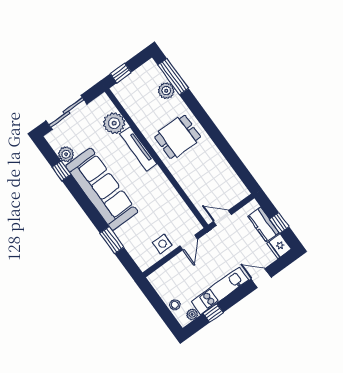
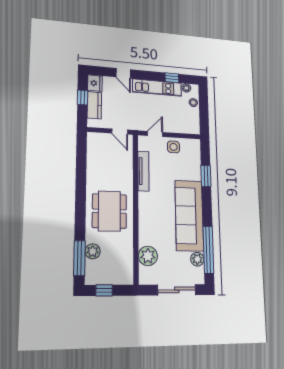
window: (121, 73) -> (104, 290), moved
dining table: (178, 137) -> (109, 211), width x1.37
tv unit: (138, 149) -> (143, 171), moved
window: (61, 171) -> (208, 250), width x3.17

